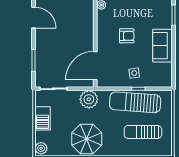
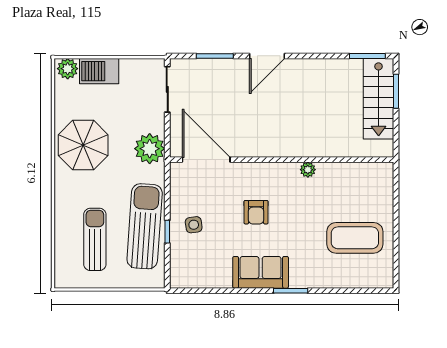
door: (33, 18) -> (267, 56), moved
sofa: (163, 46) -> (261, 272), moved
barbecue: (43, 118) -> (99, 71), moved

